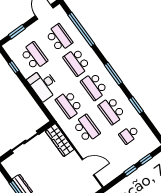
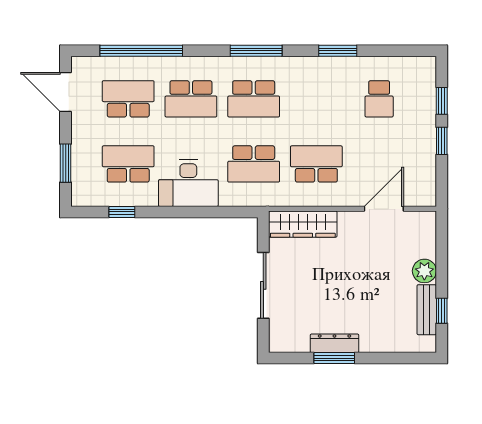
school desk: (112, 110) -> (316, 99), removed

